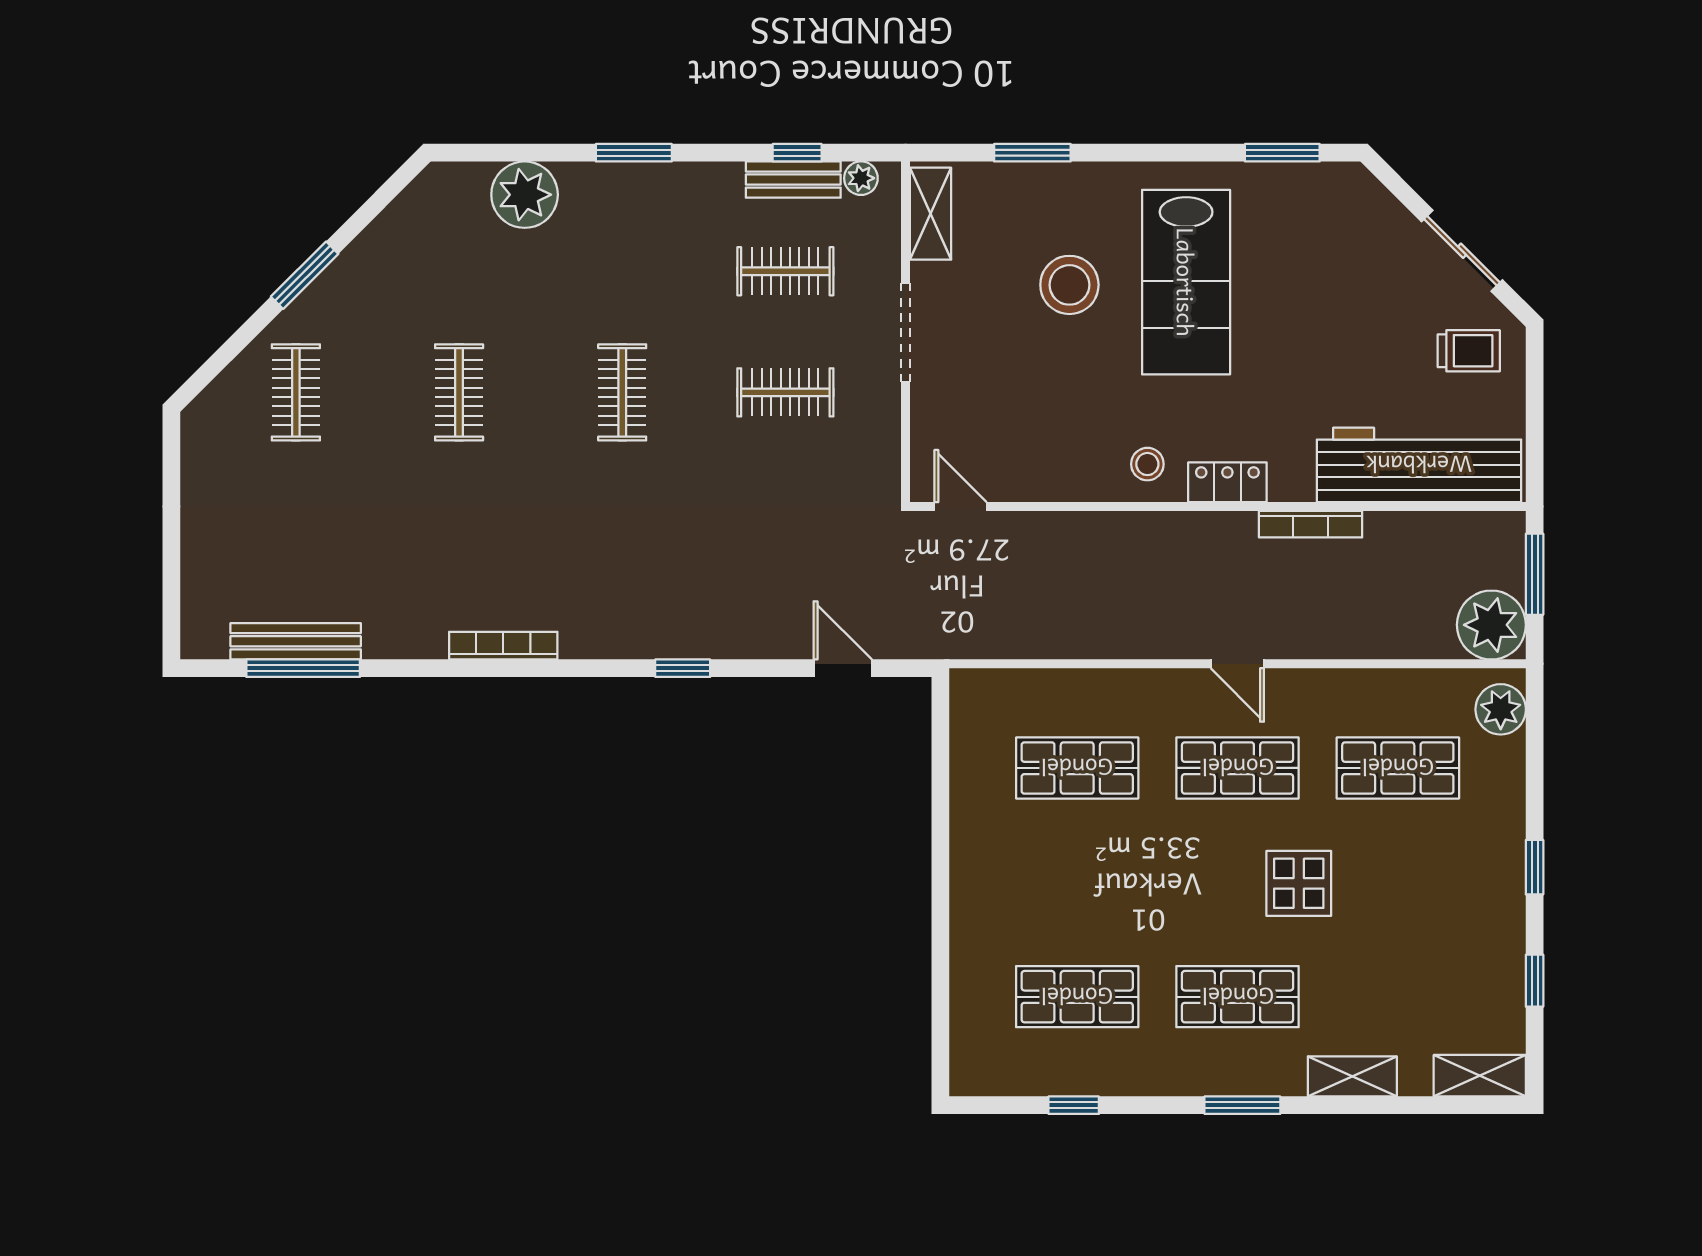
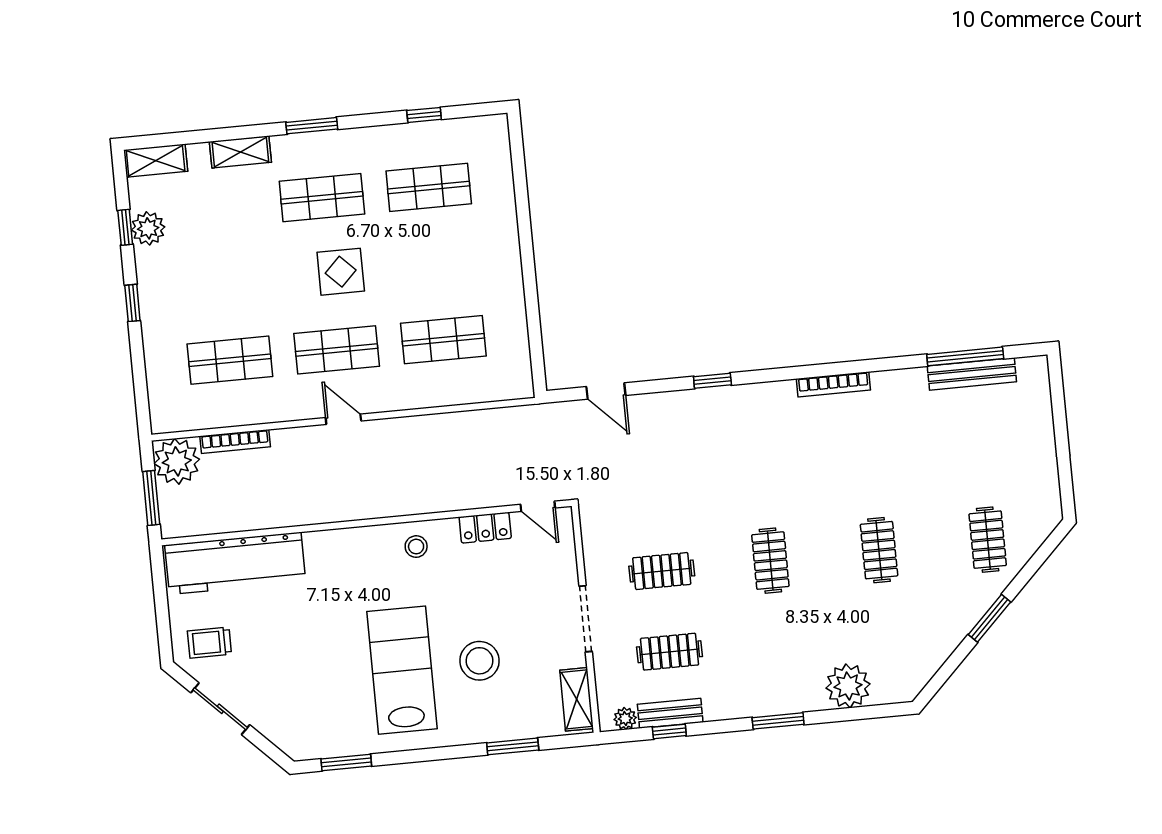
locker: (1227, 482) -> (485, 528), moved
bookcase: (1311, 524) -> (235, 442), moved, turned 180
plant: (1501, 709) -> (148, 228), moved
display table: (1299, 883) -> (341, 272), moved

